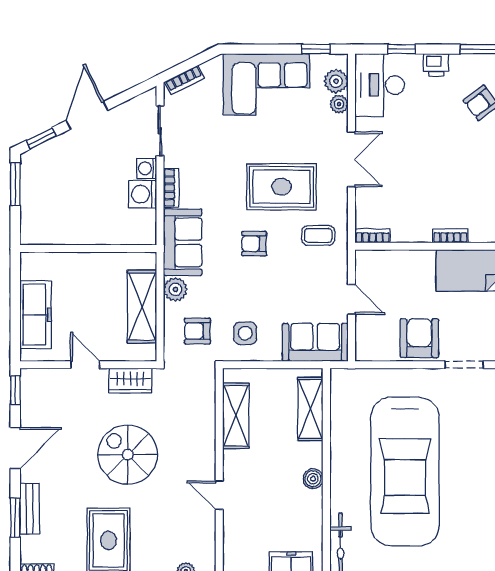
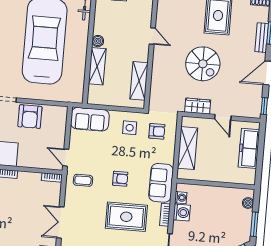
washing machine: (147, 168) -> (181, 198), moved
rug: (282, 187) -> (126, 217), moved
boiler: (29, 220) -> (248, 203), added
plant: (175, 289) -> (168, 156), removed
door: (351, 299) -> (66, 158), moved
shelving: (310, 409) -> (97, 66), moved

